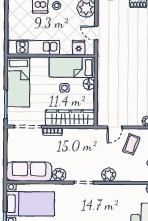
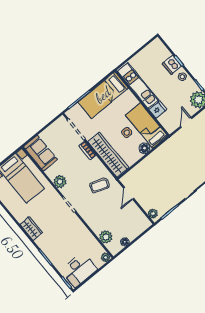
fridge: (79, 47) -> (158, 109), moved
door: (115, 127) -> (129, 193), hinge flipped
coffee table: (131, 144) -> (100, 185), moved
sofa: (29, 171) -> (40, 153), width x0.73
plant: (109, 175) -> (106, 237), moved

